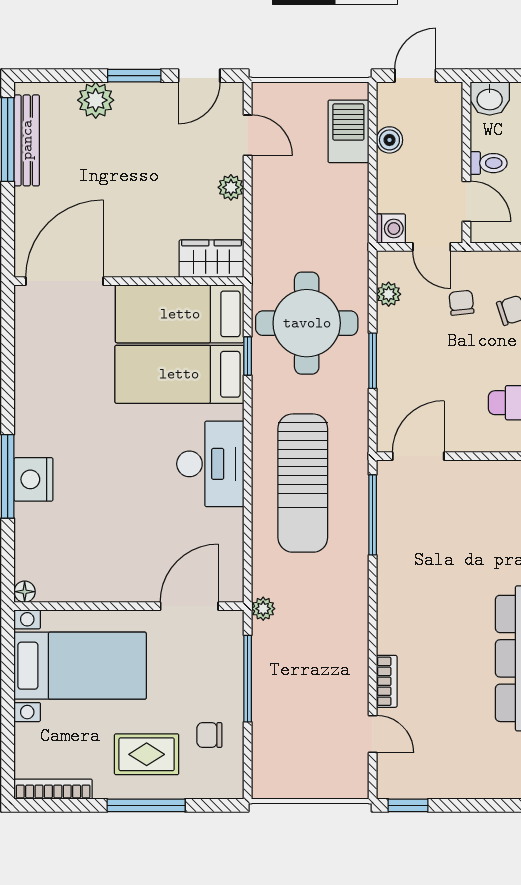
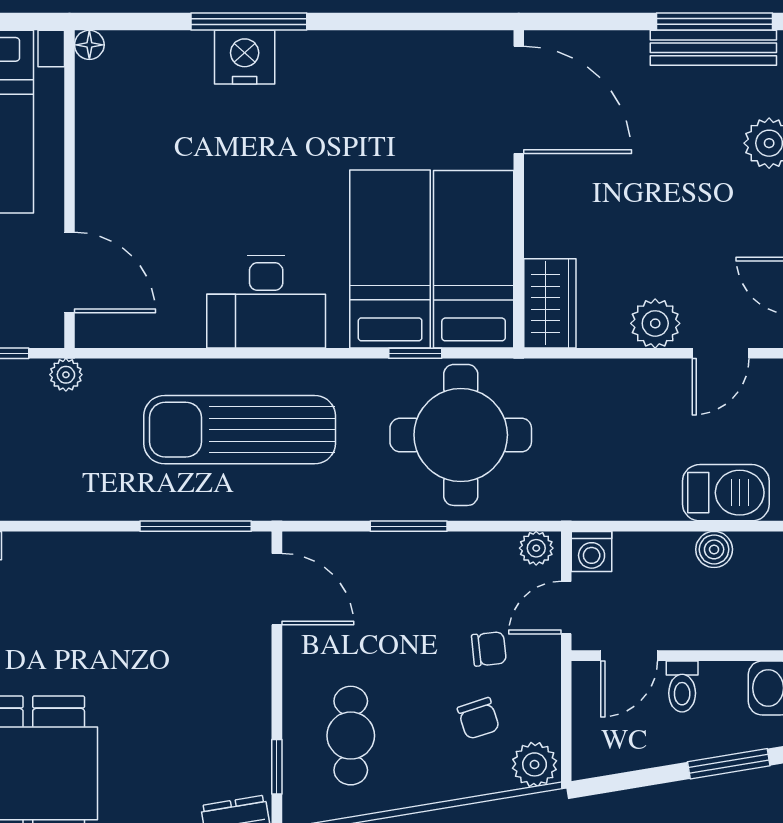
plant: (231, 187) -> (655, 323), width x1.38, depth x1.38
plant: (389, 294) -> (536, 548), moved

